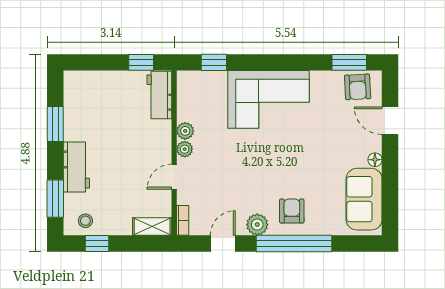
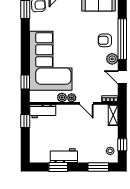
corner sofa: (268, 99) -> (51, 61), width x1.36, depth x1.36
workbench: (76, 167) -> (64, 156), moved

